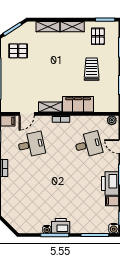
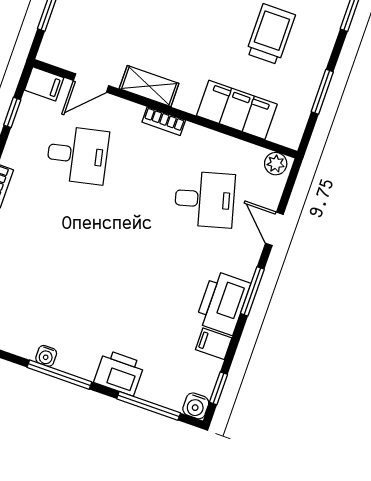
filing cabinet: (78, 104) -> (237, 110), moved
printer: (61, 226) -> (119, 373), moved

